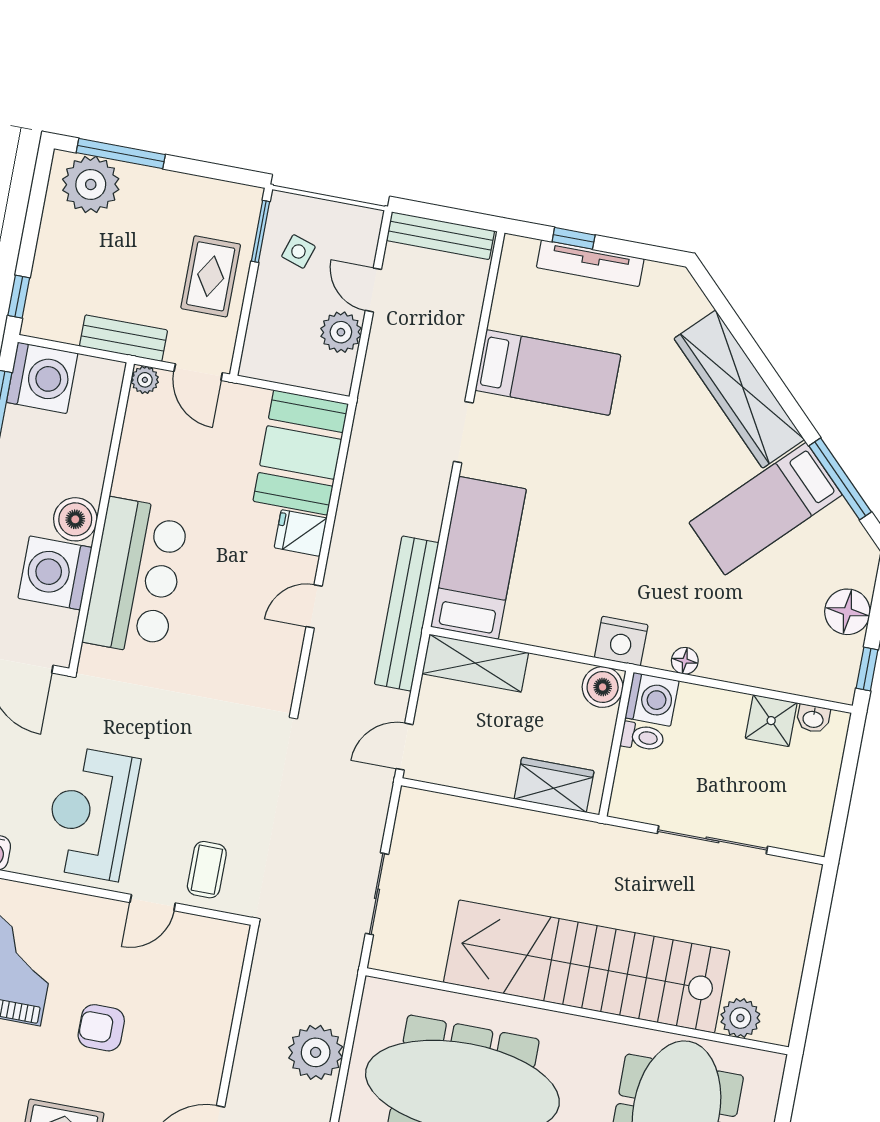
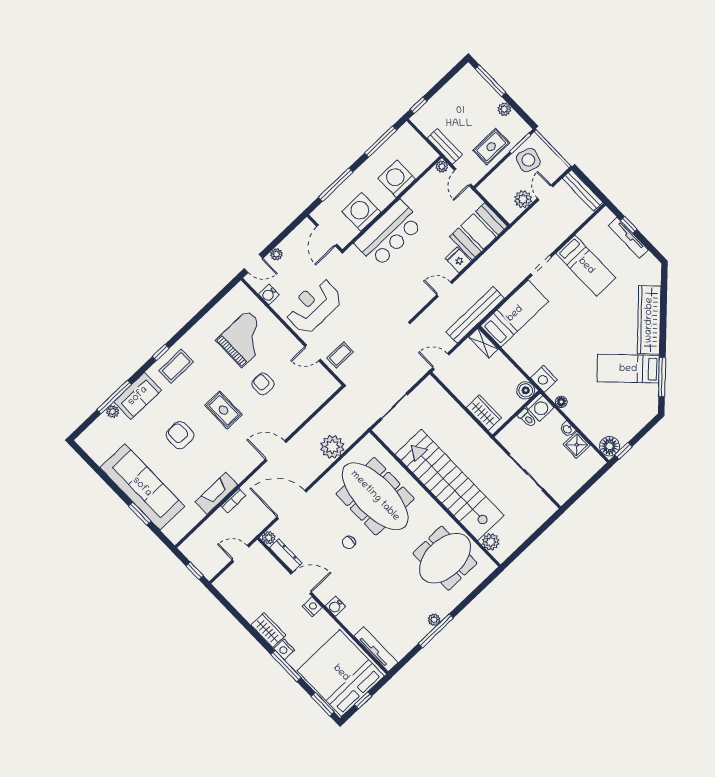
plant: (91, 184) -> (504, 109), moved, width x0.53, depth x0.53
side table: (298, 251) -> (528, 160), width x1.87, depth x1.87
washing machine: (42, 378) -> (397, 179), moved, turned 180
boiler: (75, 519) -> (382, 198), removed
floor lamp: (847, 612) -> (609, 446), moved
shelving: (475, 663) -> (483, 343), width x0.67, depth x0.75
washbasin: (813, 719) -> (567, 429), moved

